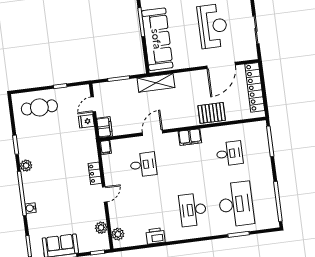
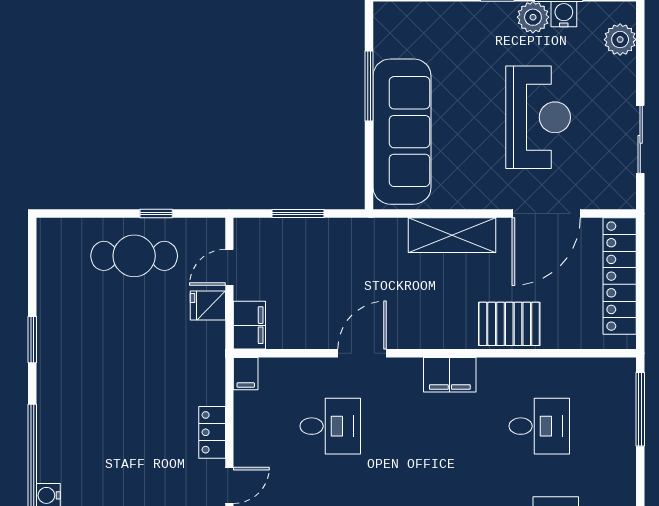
shelving: (156, 83) -> (452, 235), moved
cafe table: (39, 107) -> (134, 256), moved
plant: (26, 166) -> (51, 393), removed

